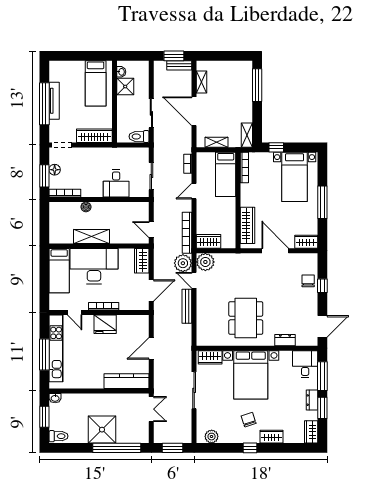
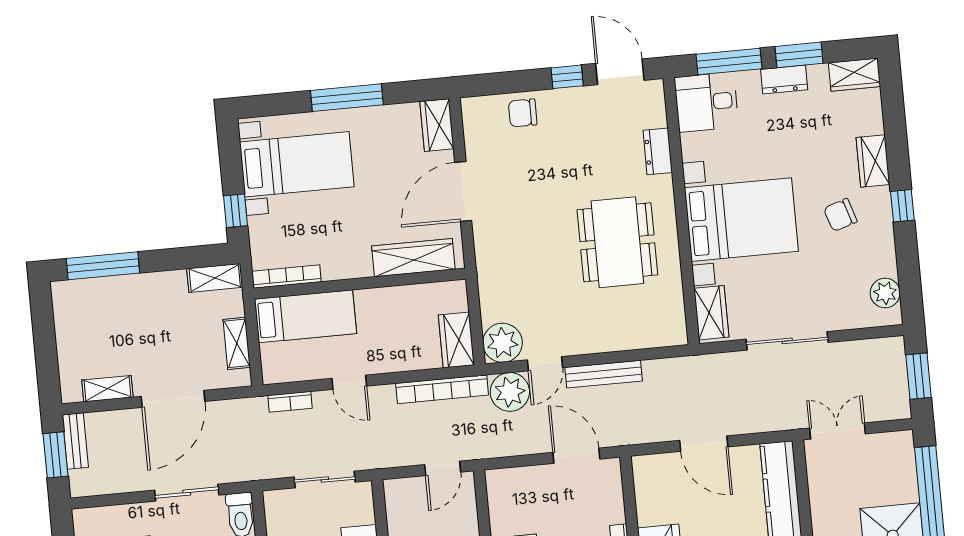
wardrobe: (142, 261) -> (513, 483), removed
window: (322, 286) -> (567, 77), moved
dining table: (246, 318) -> (617, 242), turned 90

